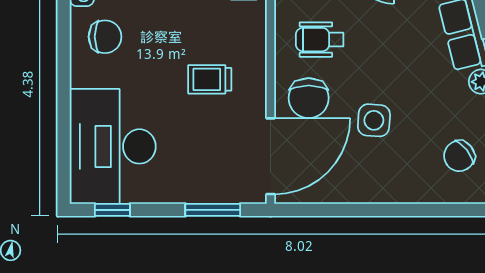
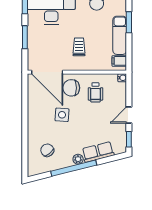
wheelchair: (320, 40) -> (95, 92), turned 180
window: (213, 210) -> (25, 37), moved

